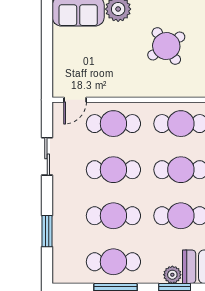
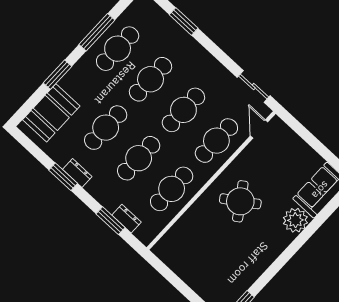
round table: (166, 46) -> (240, 201), moved
sliding door: (47, 156) -> (254, 87), moved
plant: (172, 275) -> (69, 82), removed

